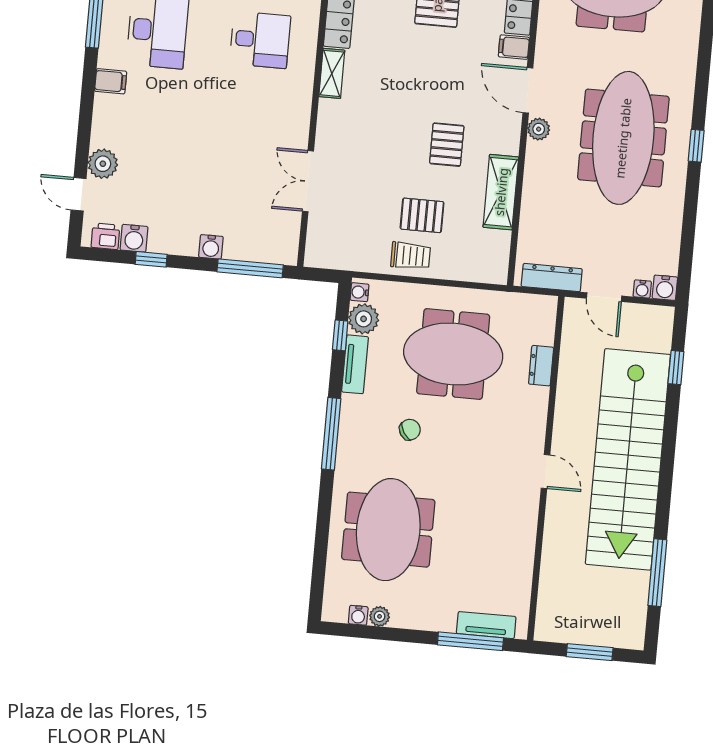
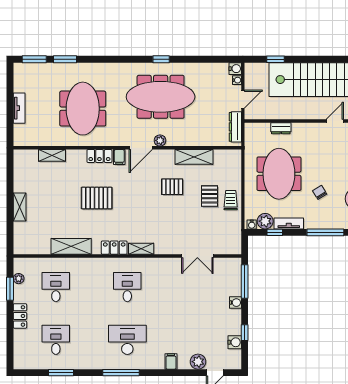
filing cabinet: (111, 81) -> (171, 362), moved
printer: (105, 236) -> (235, 357), removed

